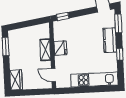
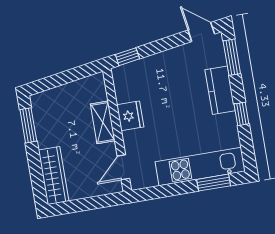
door: (53, 75) -> (123, 167), hinge flipped
wardrobe: (16, 80) -> (54, 176), width x1.50
window: (100, 89) -> (214, 183), added

